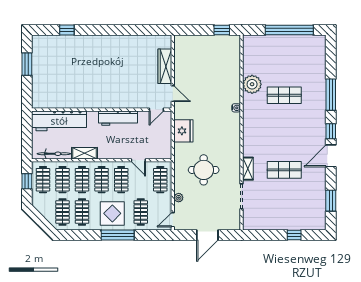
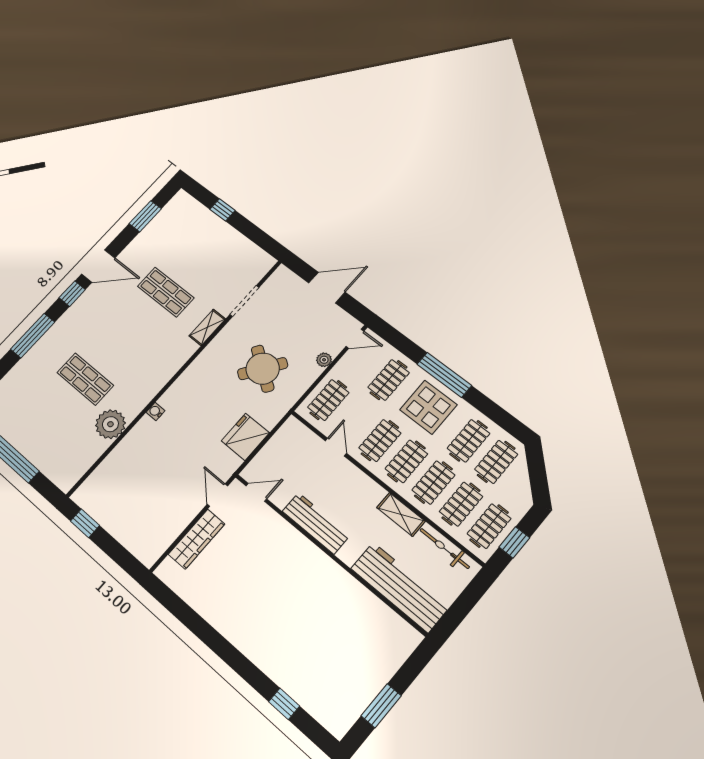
round table: (204, 170) -> (263, 369), turned 35

